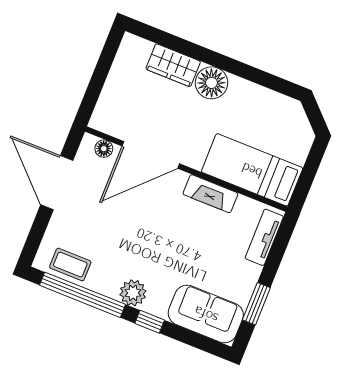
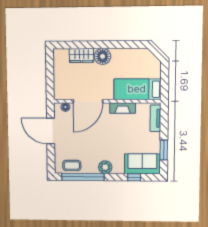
window: (150, 322) -> (134, 177), moved

